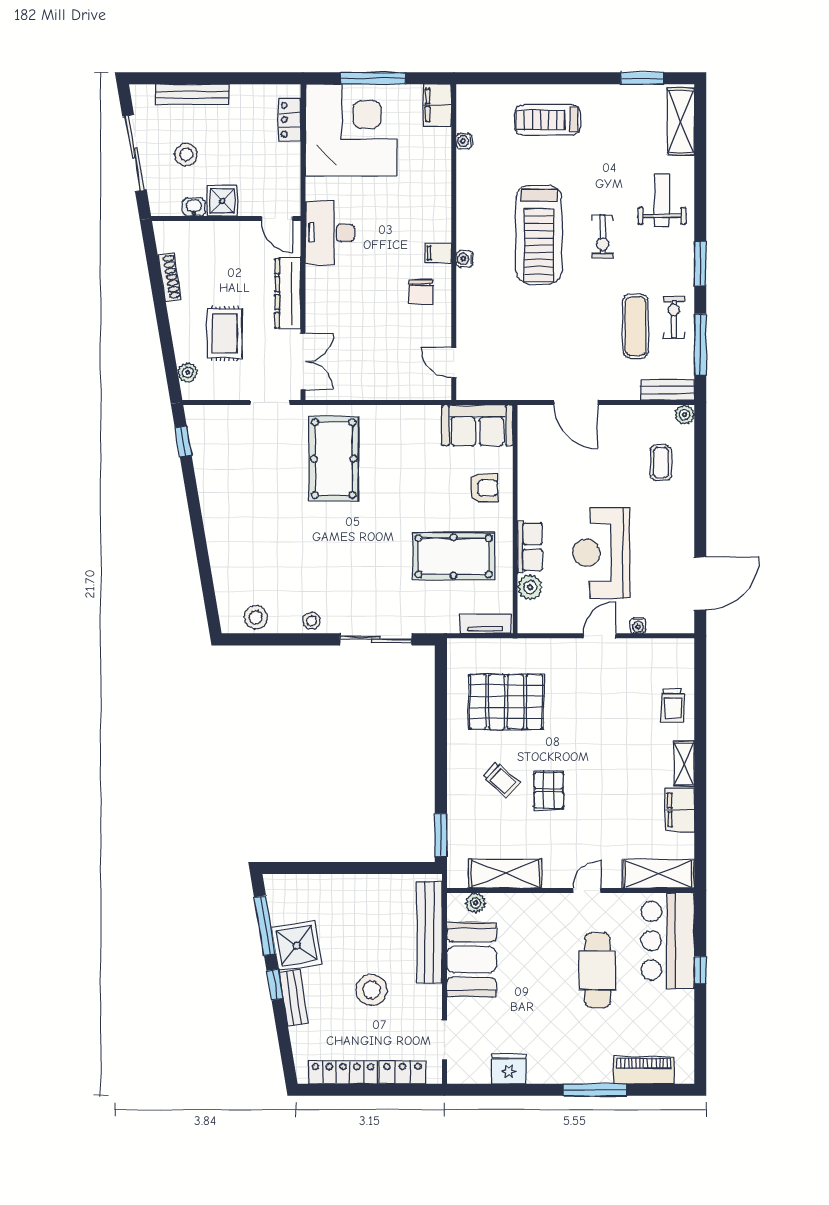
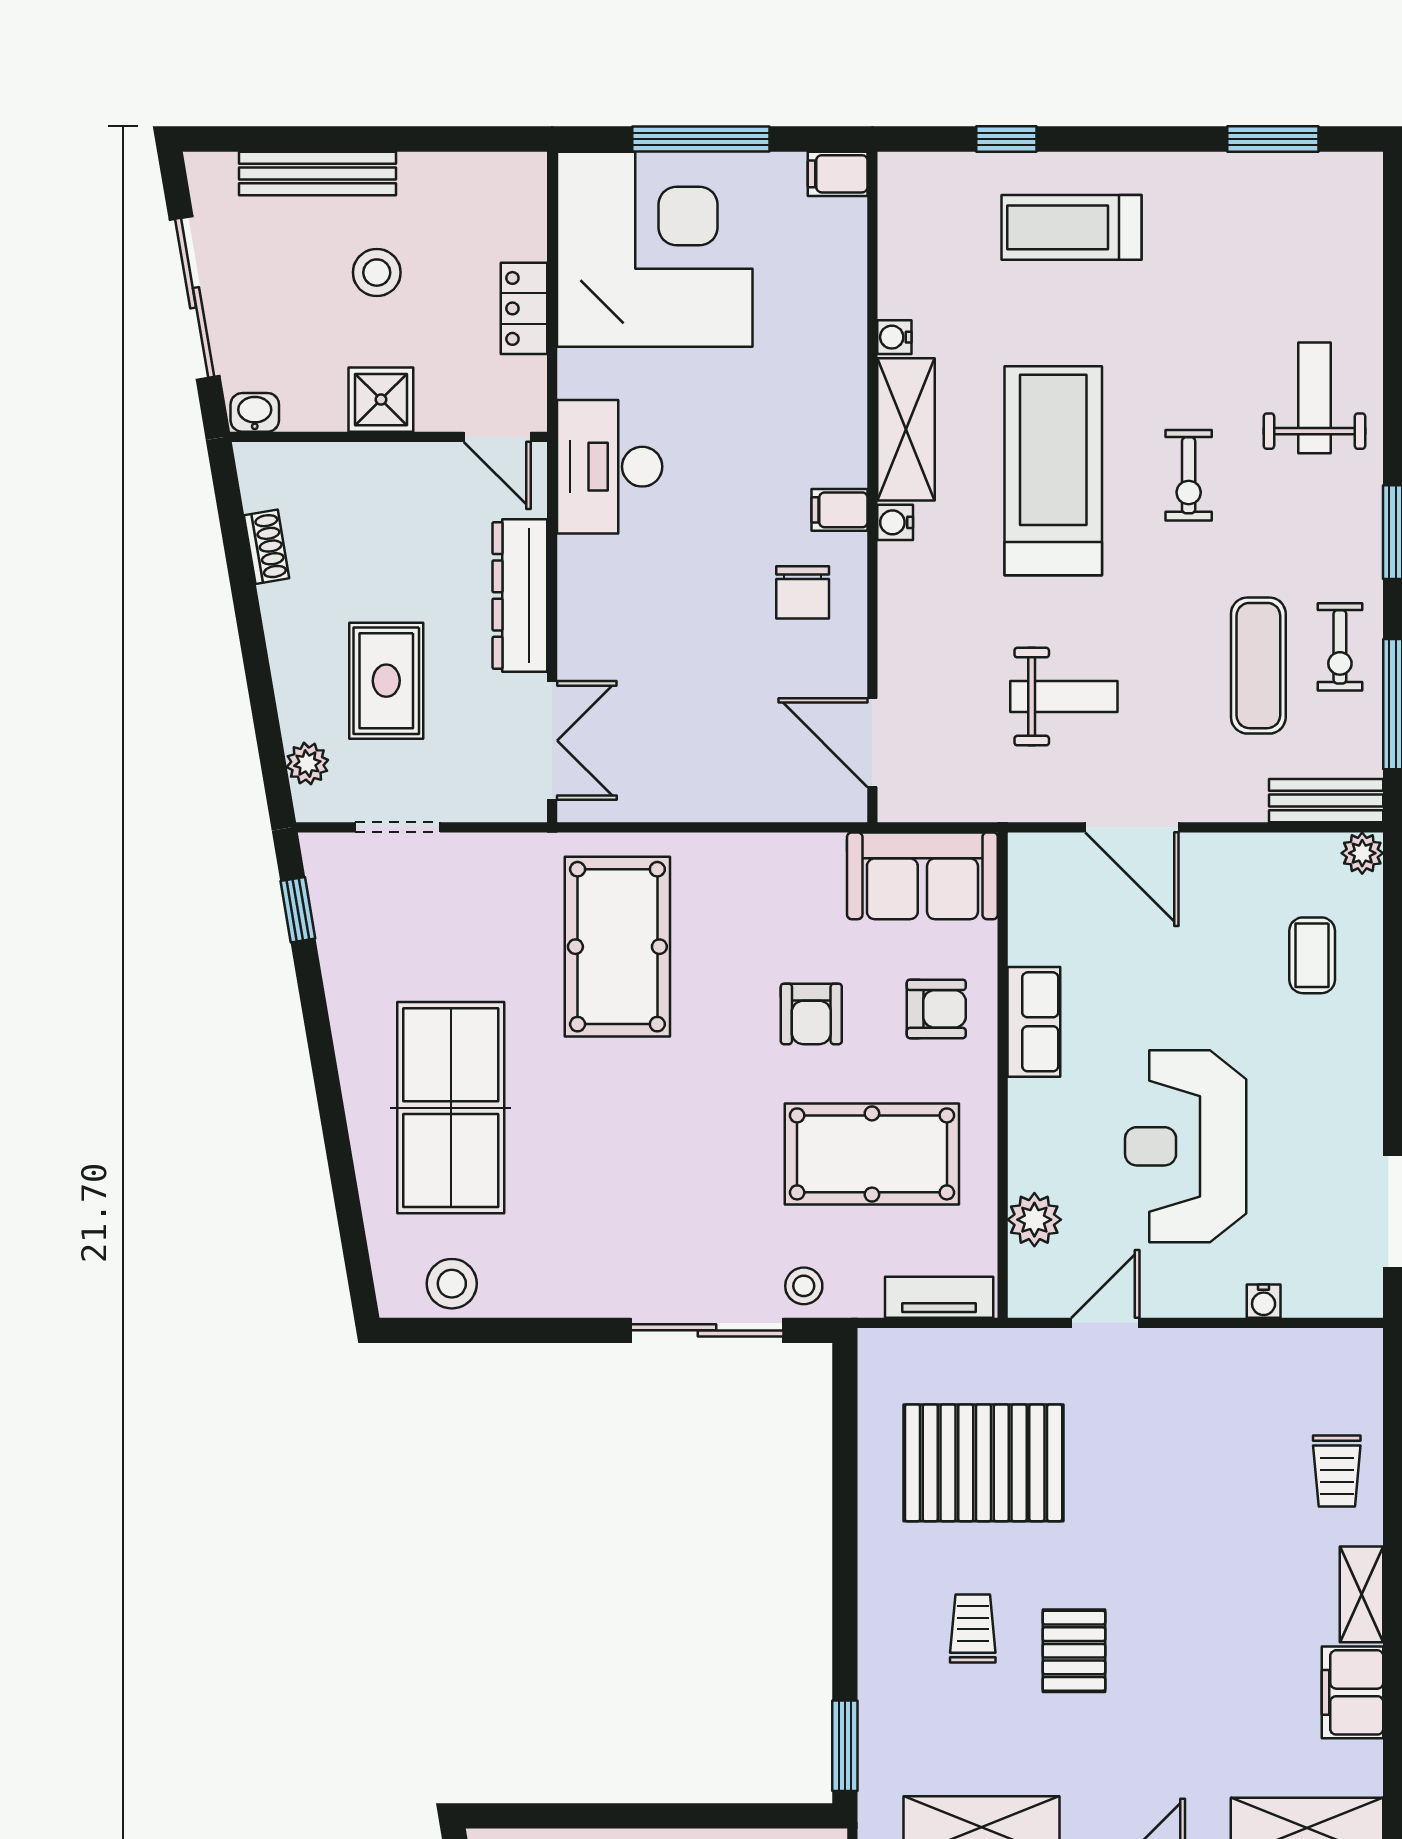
window: (517, 78) -> (1006, 139), added
filing cabinet: (437, 105) -> (838, 174), width x0.50
locker: (290, 120) -> (524, 308), moved
shelving: (681, 121) -> (906, 429), moved
water cooler: (464, 141) -> (894, 337), moved
stool: (186, 154) -> (377, 273), moved
washbasin: (194, 207) -> (255, 412), moved
treadmill: (539, 235) -> (1053, 471), turned 180
shoe rack: (170, 277) -> (267, 547), width x0.70
exercise bike: (674, 317) -> (1340, 647), turned 180
weight bench: (544, 341) -> (1064, 697), added
door: (454, 363) -> (872, 743), width x1.38
doorway: (270, 402) -> (398, 827), moved
armchair: (425, 490) -> (811, 1014), added
table tennis table: (255, 534) -> (451, 1108), added
row of seats: (530, 547) -> (1034, 1022), moved
stool: (312, 621) -> (804, 1286), moved
door: (600, 636) -> (1105, 1323), moved
trolley: (501, 780) -> (973, 1628), turned -132

